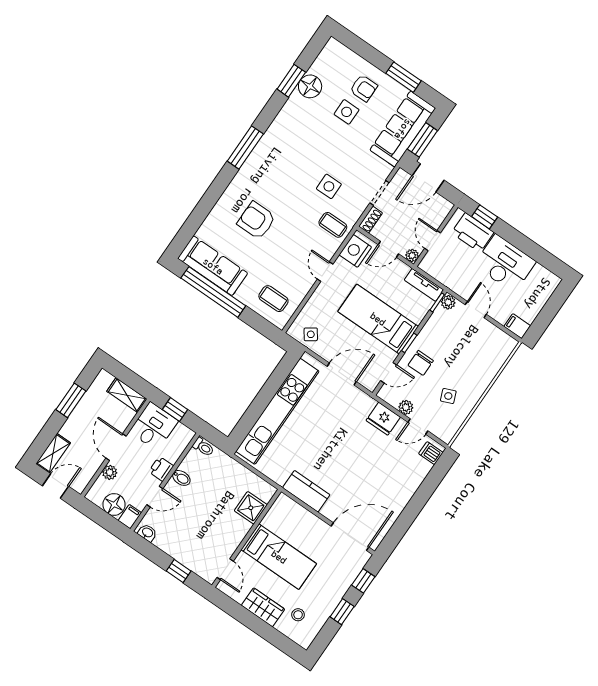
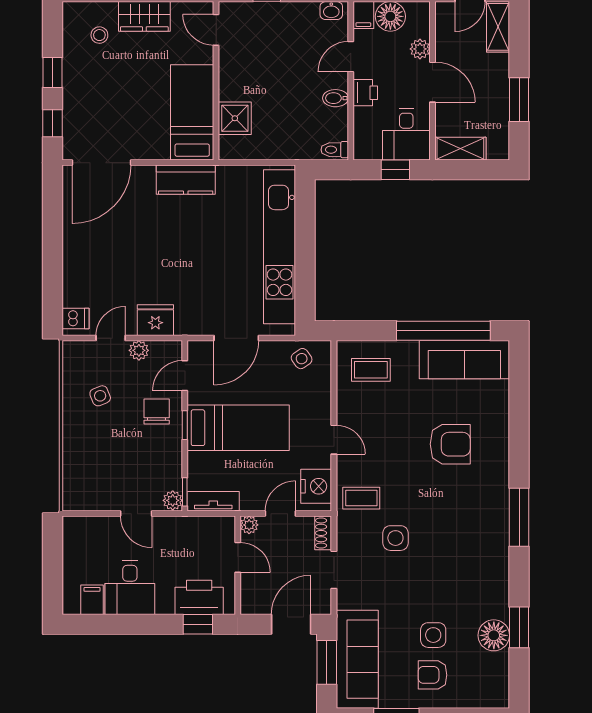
desk: (505, 263) -> (130, 588), width x0.73
filing cabinet: (517, 326) -> (92, 600), moved, turned -90
bed: (279, 557) -> (192, 112), moved, turned 90

